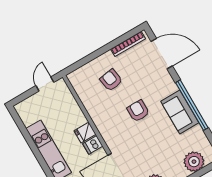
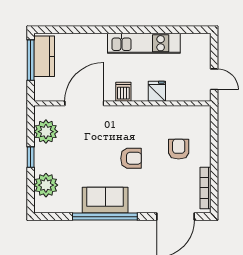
armchair: (111, 80) -> (179, 149), turned -81
fridge: (85, 132) -> (157, 91), moved

